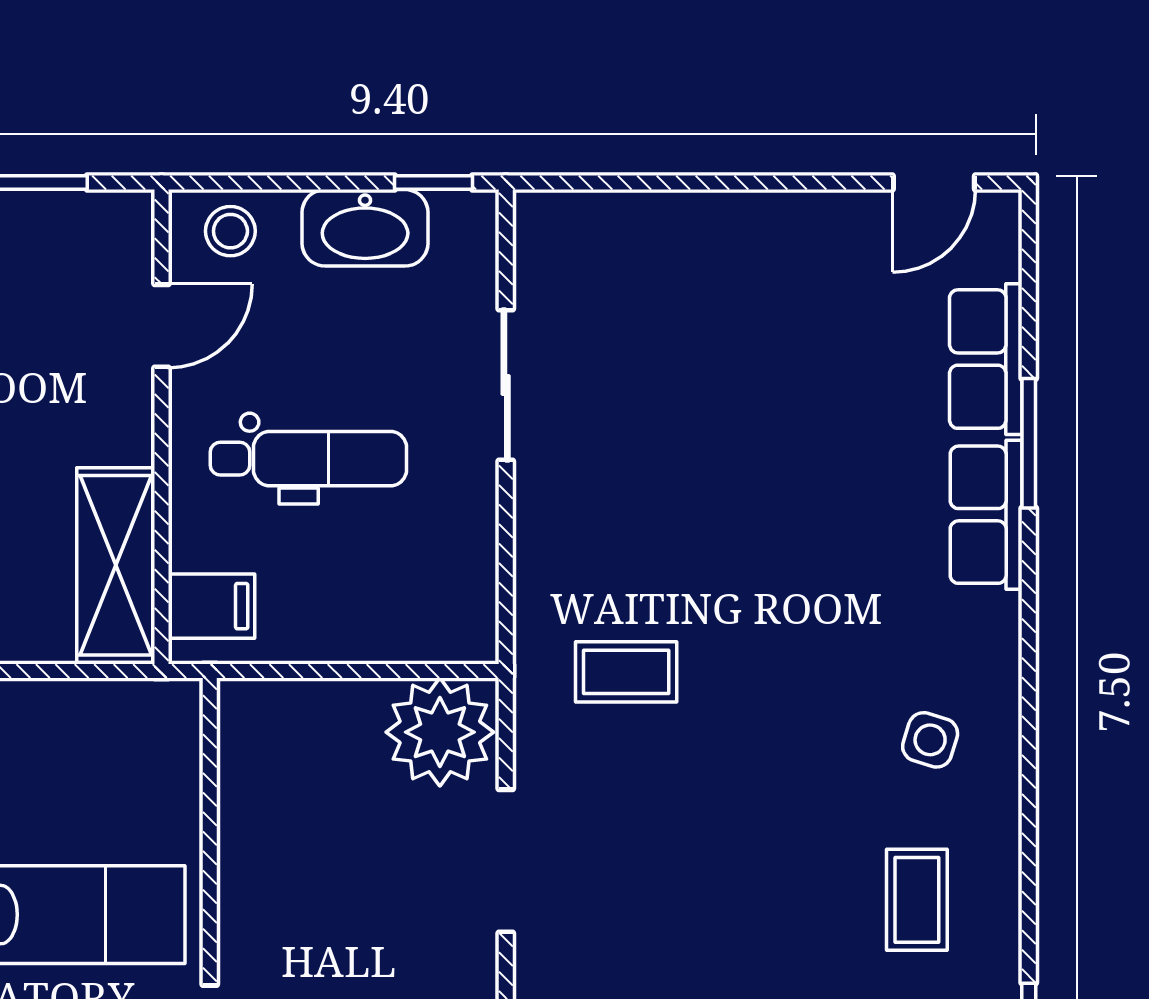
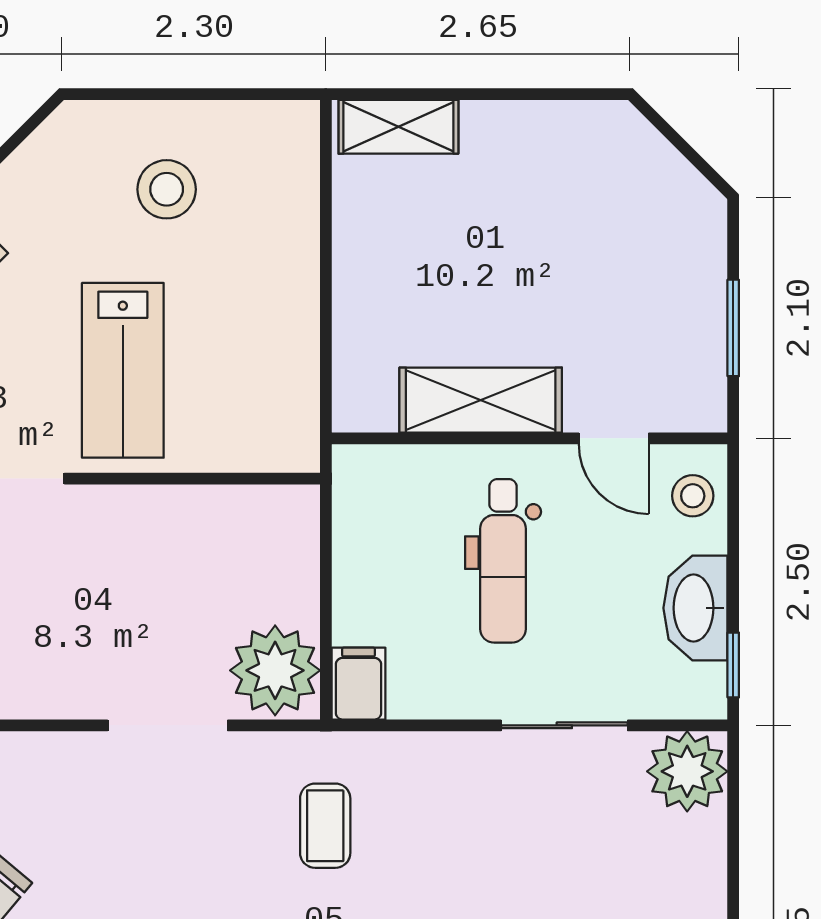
plant: (561, 238) -> (687, 771), added
shelving: (116, 565) -> (481, 400), moved
filing cabinet: (212, 606) -> (359, 684), moved, turned 180

